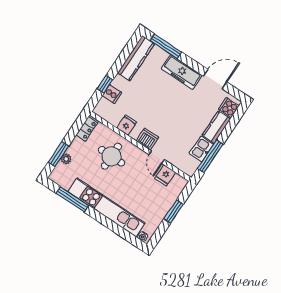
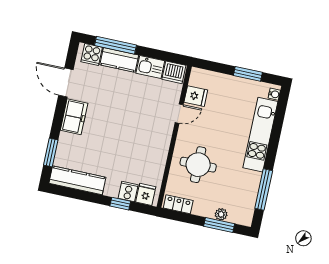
window: (166, 46) -> (51, 153), width x0.69
freezer: (182, 72) -> (74, 117), width x0.71
fridge: (127, 125) -> (146, 194), moved, turned 90
dishwasher: (147, 139) -> (174, 72), moved, turned -90
window: (210, 156) -> (116, 45), moved
kitchen unit: (107, 207) -> (260, 135), width x0.73
window: (174, 212) -> (248, 74), moved

